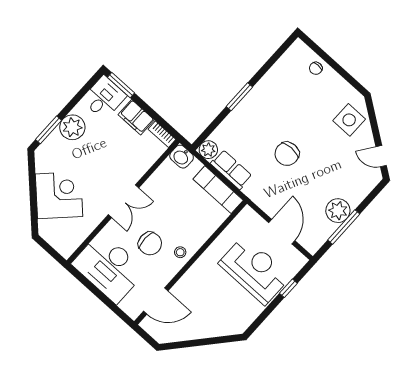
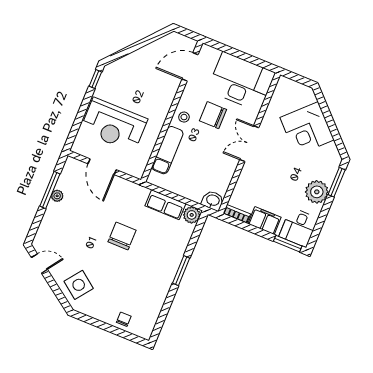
side table: (349, 120) -> (79, 285), turned 37
exam couch: (218, 190) -> (168, 150), moved, turned 90
plant: (338, 211) -> (57, 196), width x0.53, depth x0.53
window: (288, 288) -> (95, 79), moved

